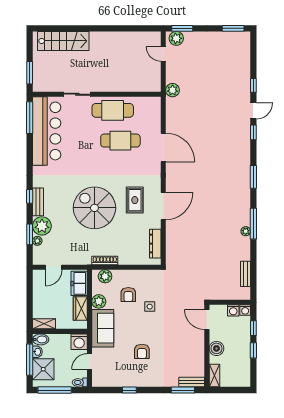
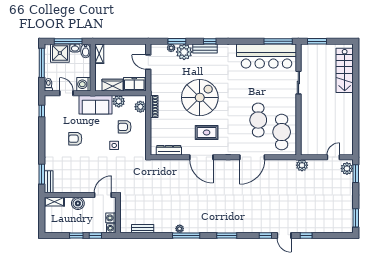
cafe table: (113, 110) -> (282, 132), moved
window: (129, 390) -> (42, 111), moved

